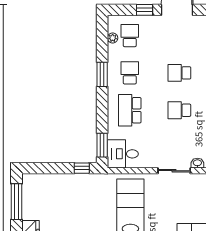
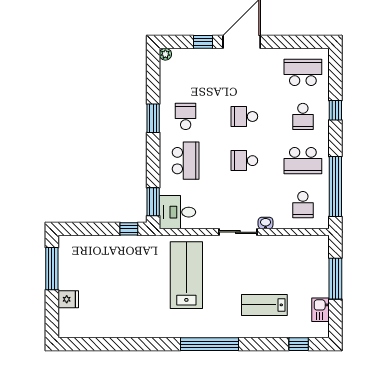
school desk: (130, 36) -> (186, 72), removed
plant: (113, 38) -> (165, 54), moved
school desk: (130, 110) -> (186, 161), turned 180

